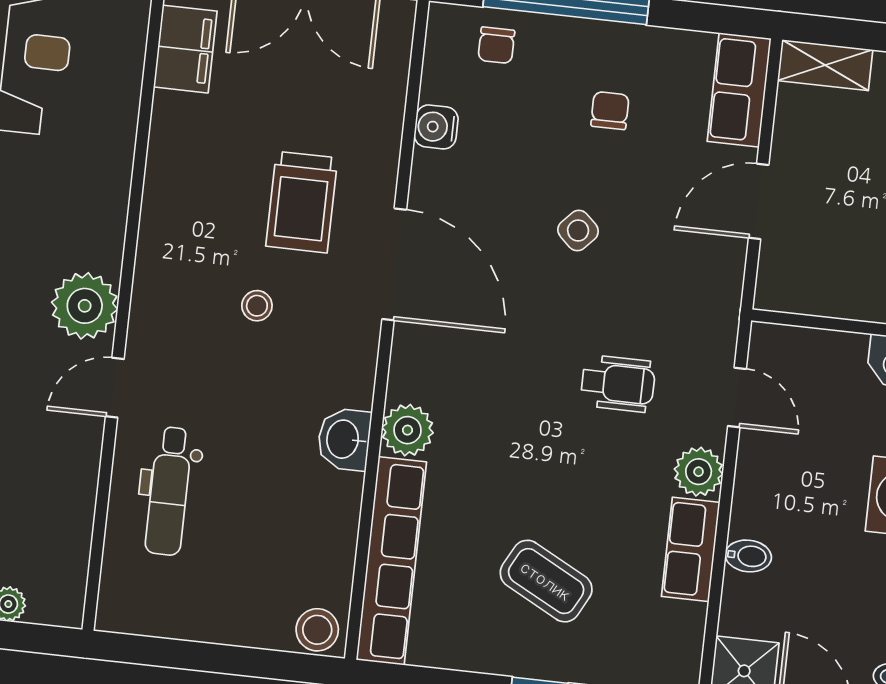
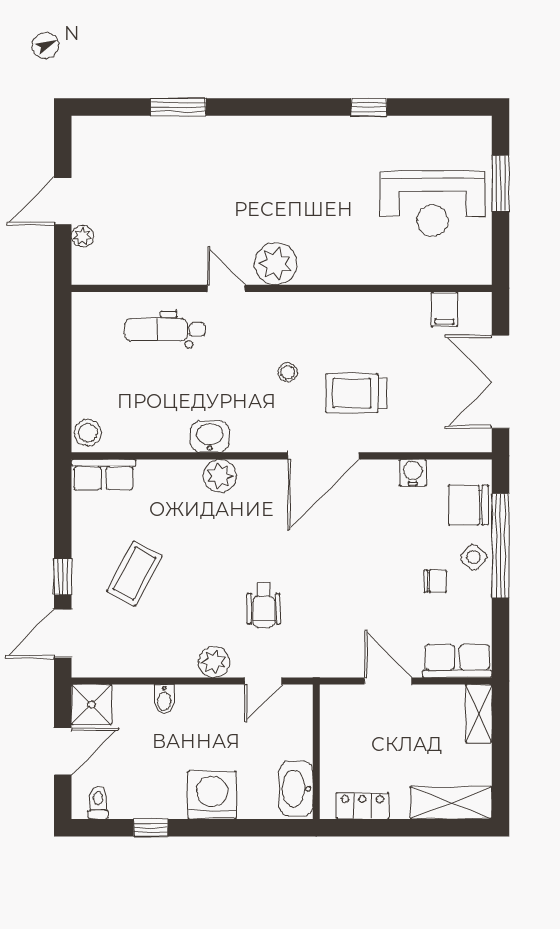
chair: (496, 45) -> (468, 505), width x1.87, depth x1.87
filing cabinet: (185, 49) -> (444, 309), width x0.50
side table: (578, 230) -> (474, 557), moved
row of seats: (691, 549) -> (164, 662), removed
row of seats: (391, 561) -> (104, 475), width x0.50

